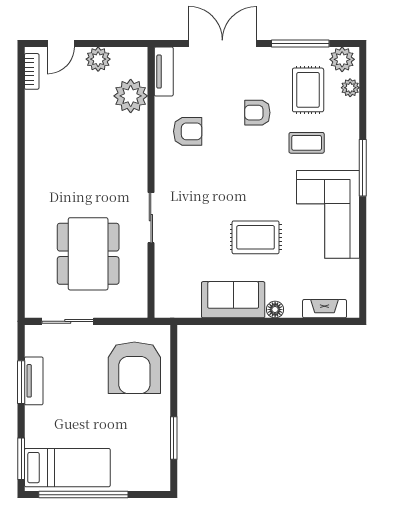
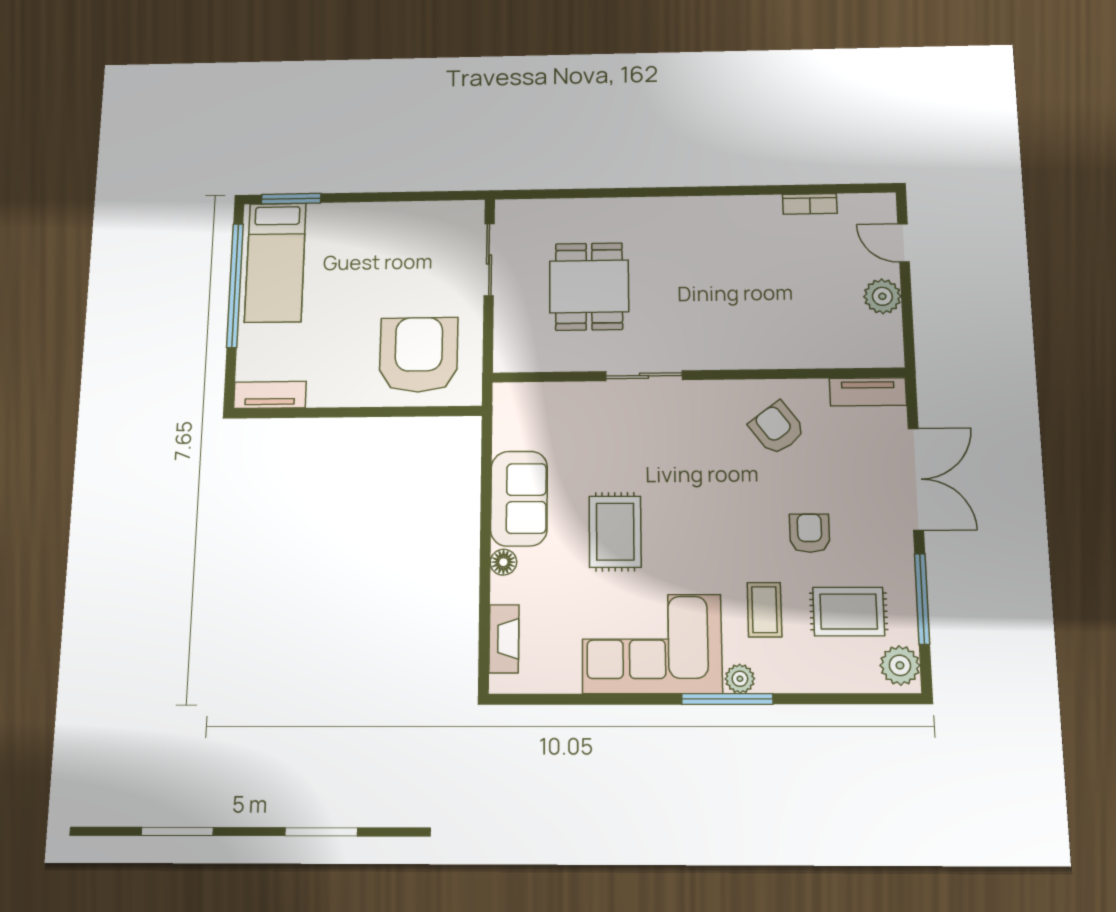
bookcase: (32, 71) -> (810, 204), moved
plant: (350, 88) -> (740, 679), moved
plant: (131, 96) -> (828, 344), removed
armchair: (188, 131) -> (777, 428), turned 143
dining table: (88, 254) -> (589, 286), width x0.73
armchair: (134, 368) -> (419, 355), turned 90
tv unit: (34, 381) -> (270, 395), moved, turned 180
window: (21, 382) -> (402, 197), removed
window: (174, 438) -> (312, 413), removed

